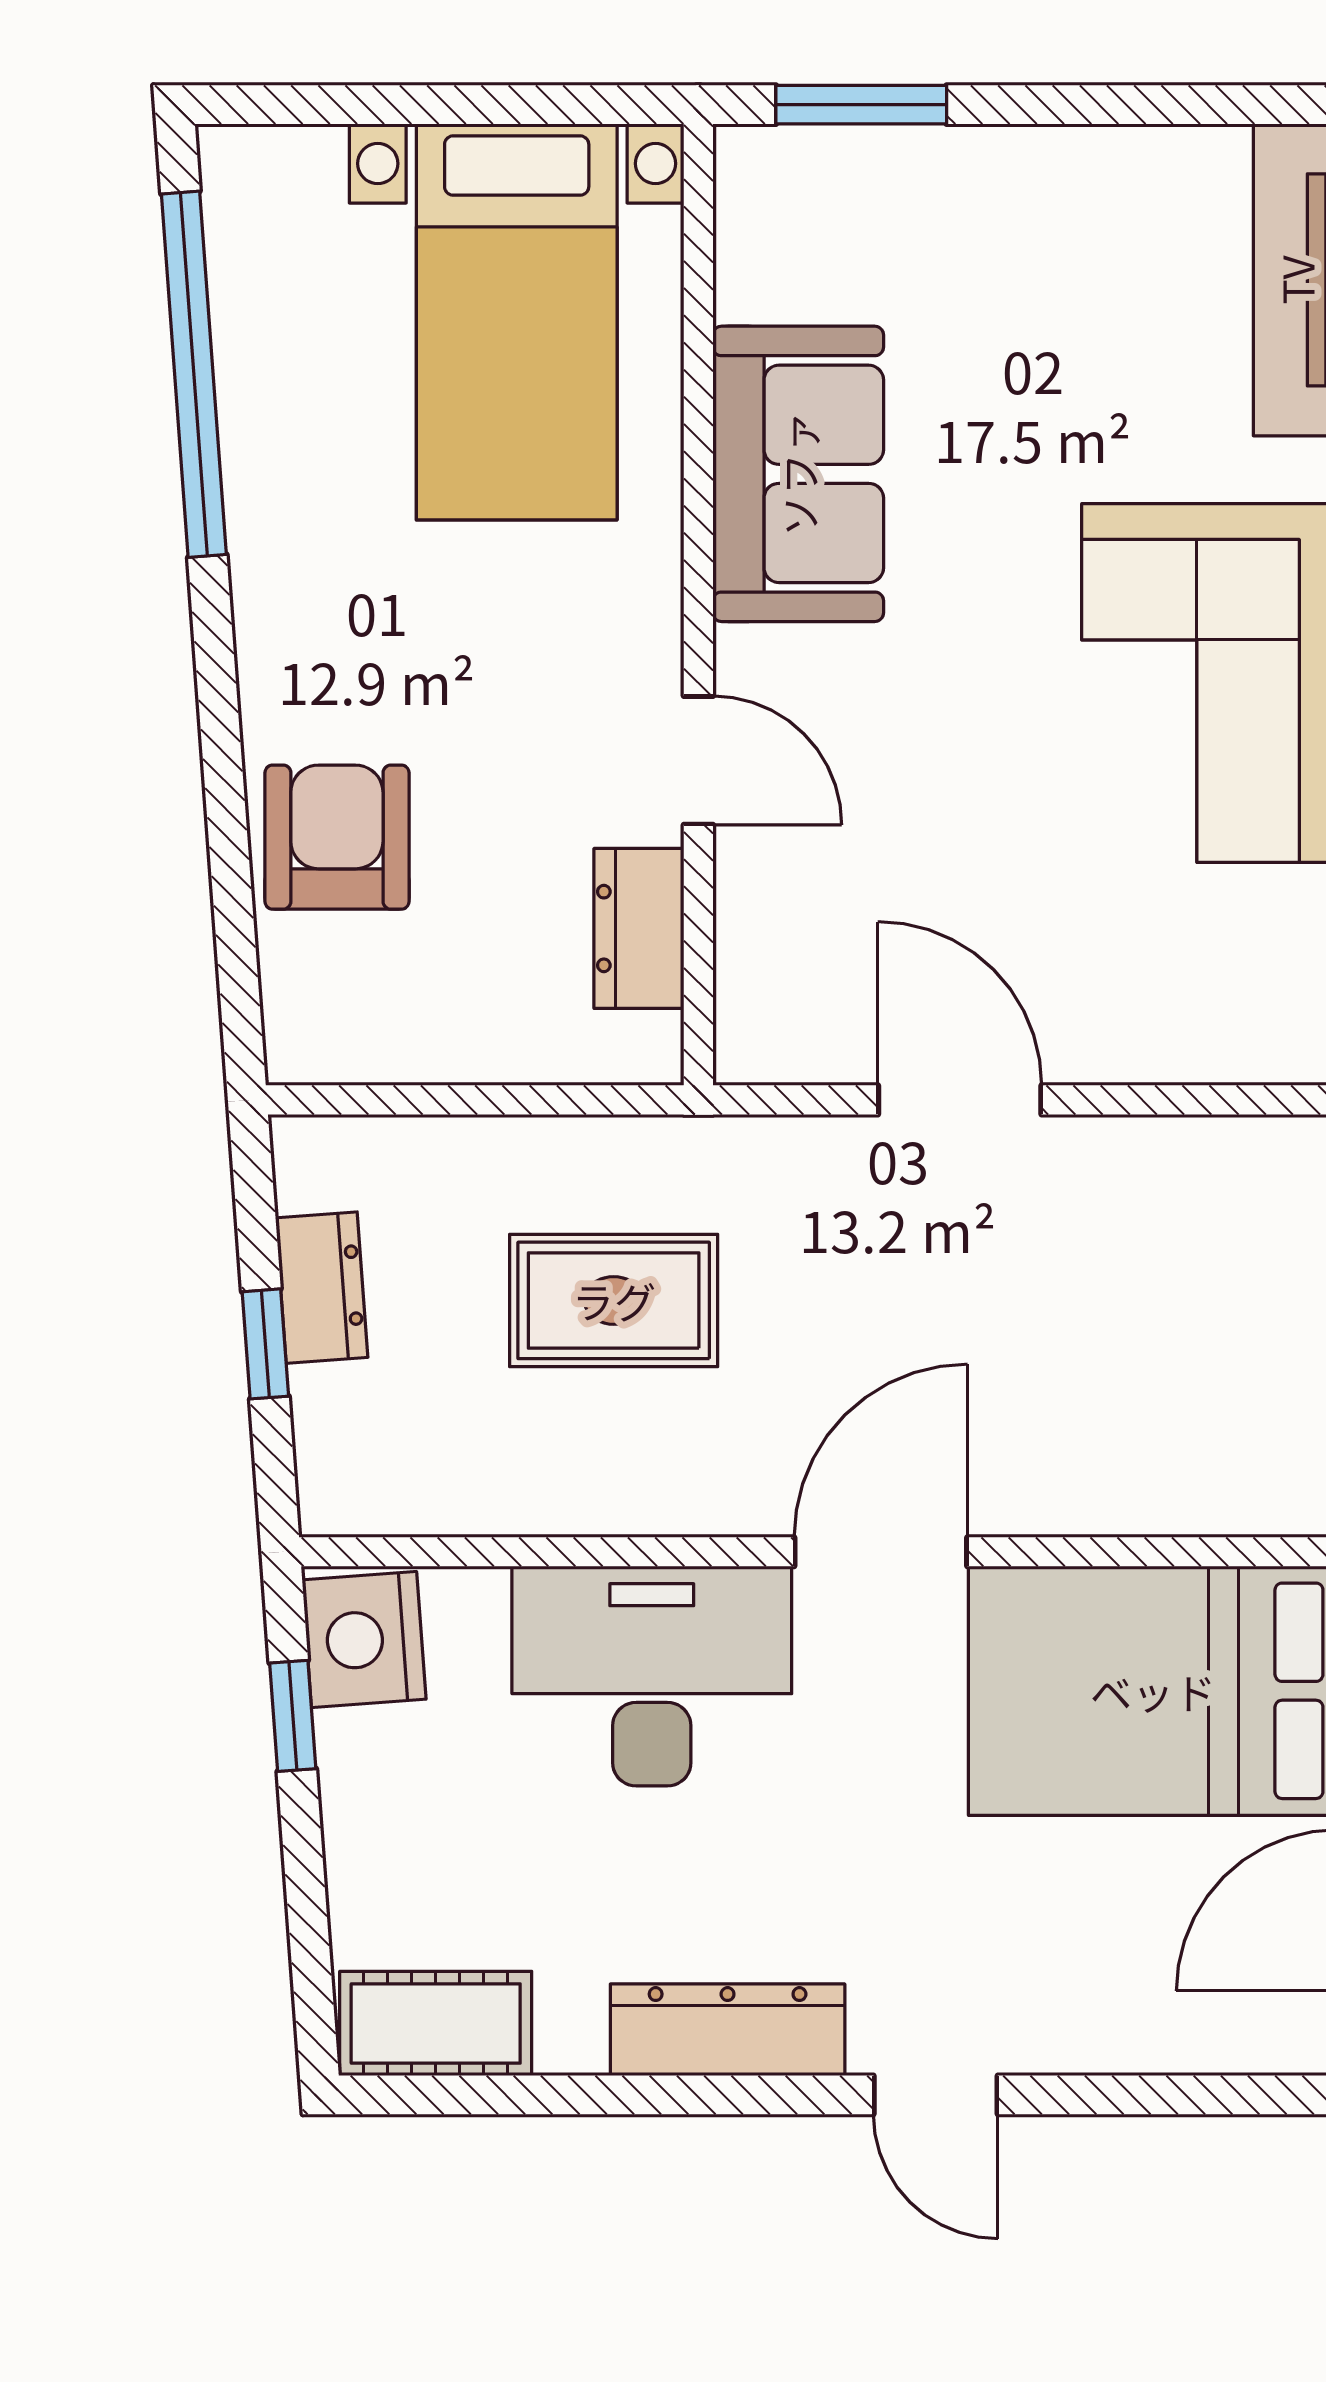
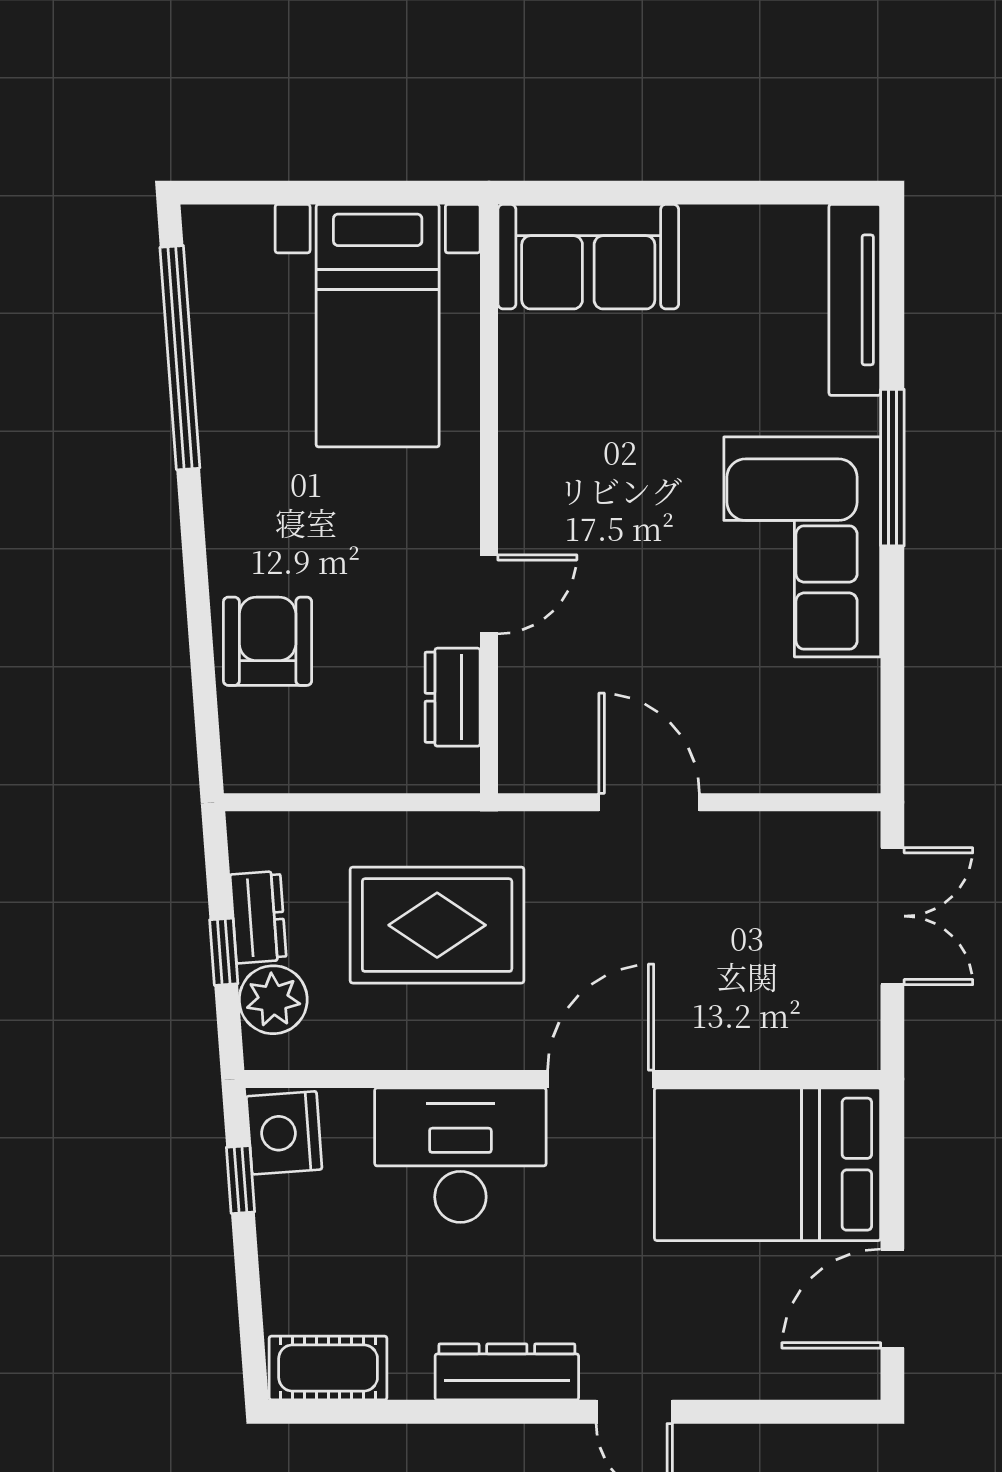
window: (861, 105) -> (589, 193), removed
sofa: (798, 474) -> (588, 257), moved, turned 90
door: (698, 760) -> (489, 594), hinge flipped
rug: (614, 1300) -> (437, 925), width x1.36, depth x1.43
plant: (346, 1422) -> (273, 1000), added

